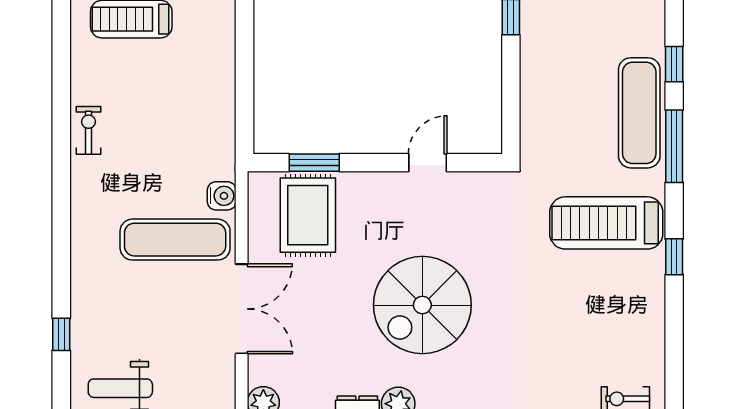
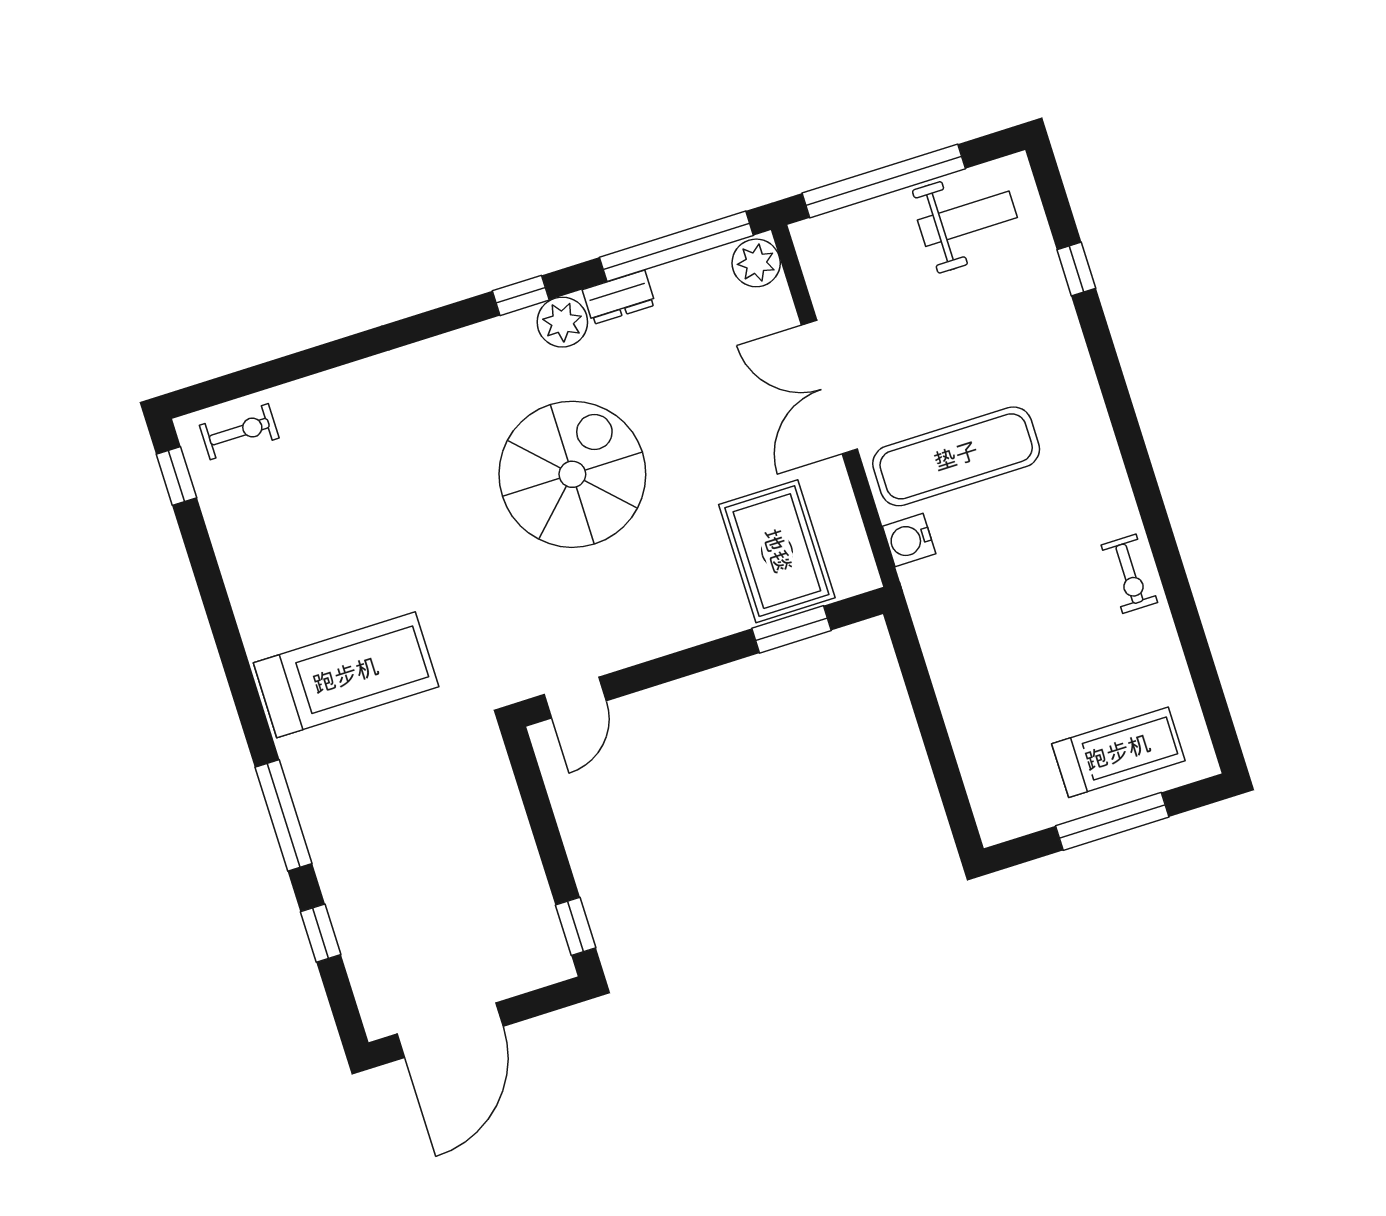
exercise mat: (639, 113) -> (349, 847), removed
door: (428, 163) -> (575, 698), moved
window: (674, 257) -> (176, 476), moved

